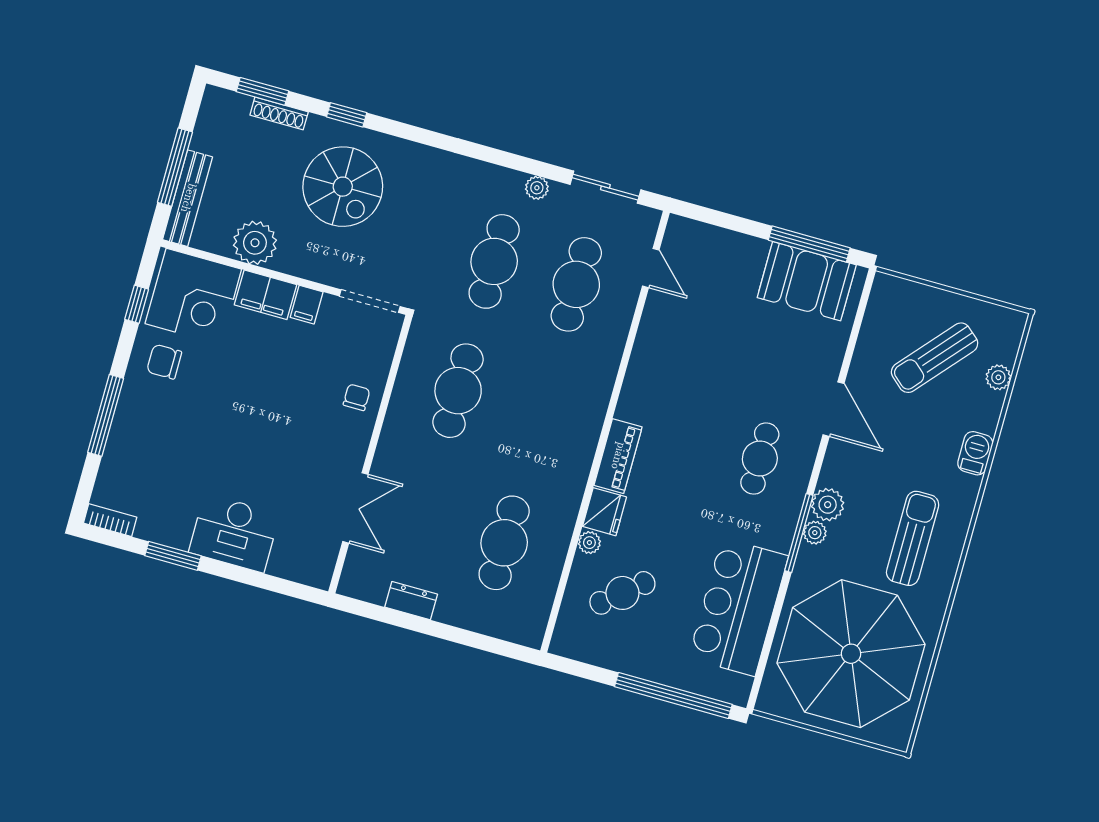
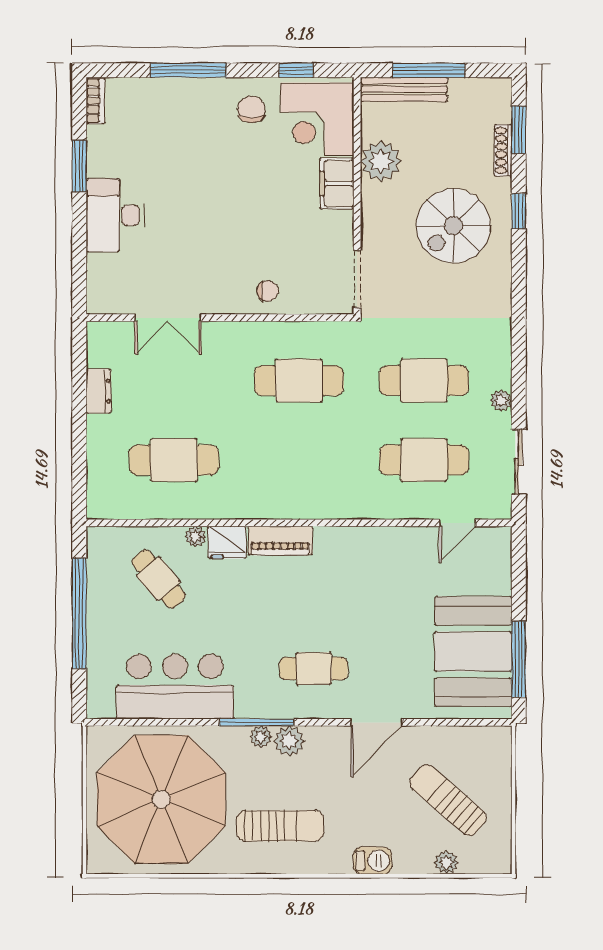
booth: (807, 281) -> (473, 652), width x1.36, depth x1.42
filing cabinet: (307, 305) -> (338, 223), removed
window: (673, 695) -> (79, 613), moved

